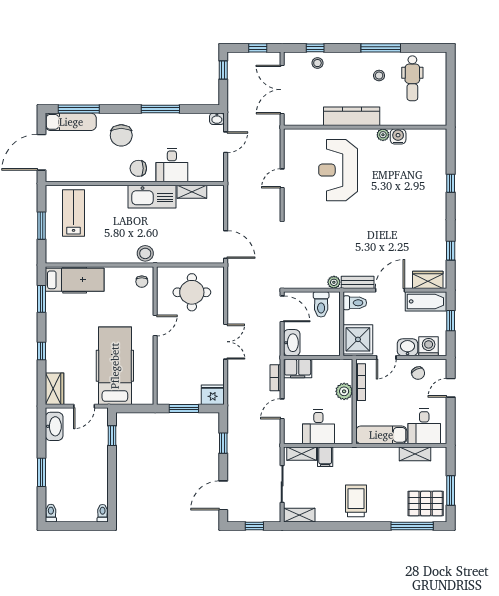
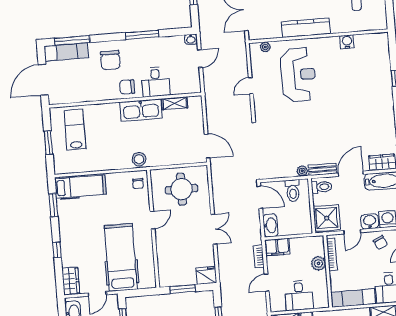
plant: (383, 135) -> (265, 47), moved
reception desk: (338, 170) -> (298, 75), turned 180

